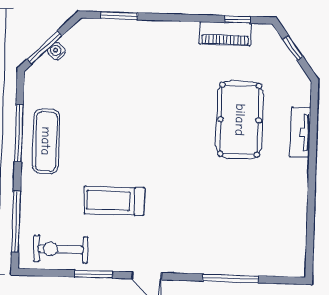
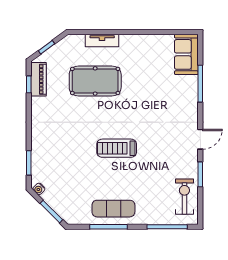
piano: (225, 34) -> (38, 79), moved
water cooler: (56, 51) -> (39, 189), moved
treadmill: (114, 201) -> (117, 148), moved, turned 90
exercise bike: (61, 249) -> (184, 197), turned 180
sofa: (275, 259) -> (186, 54), added

